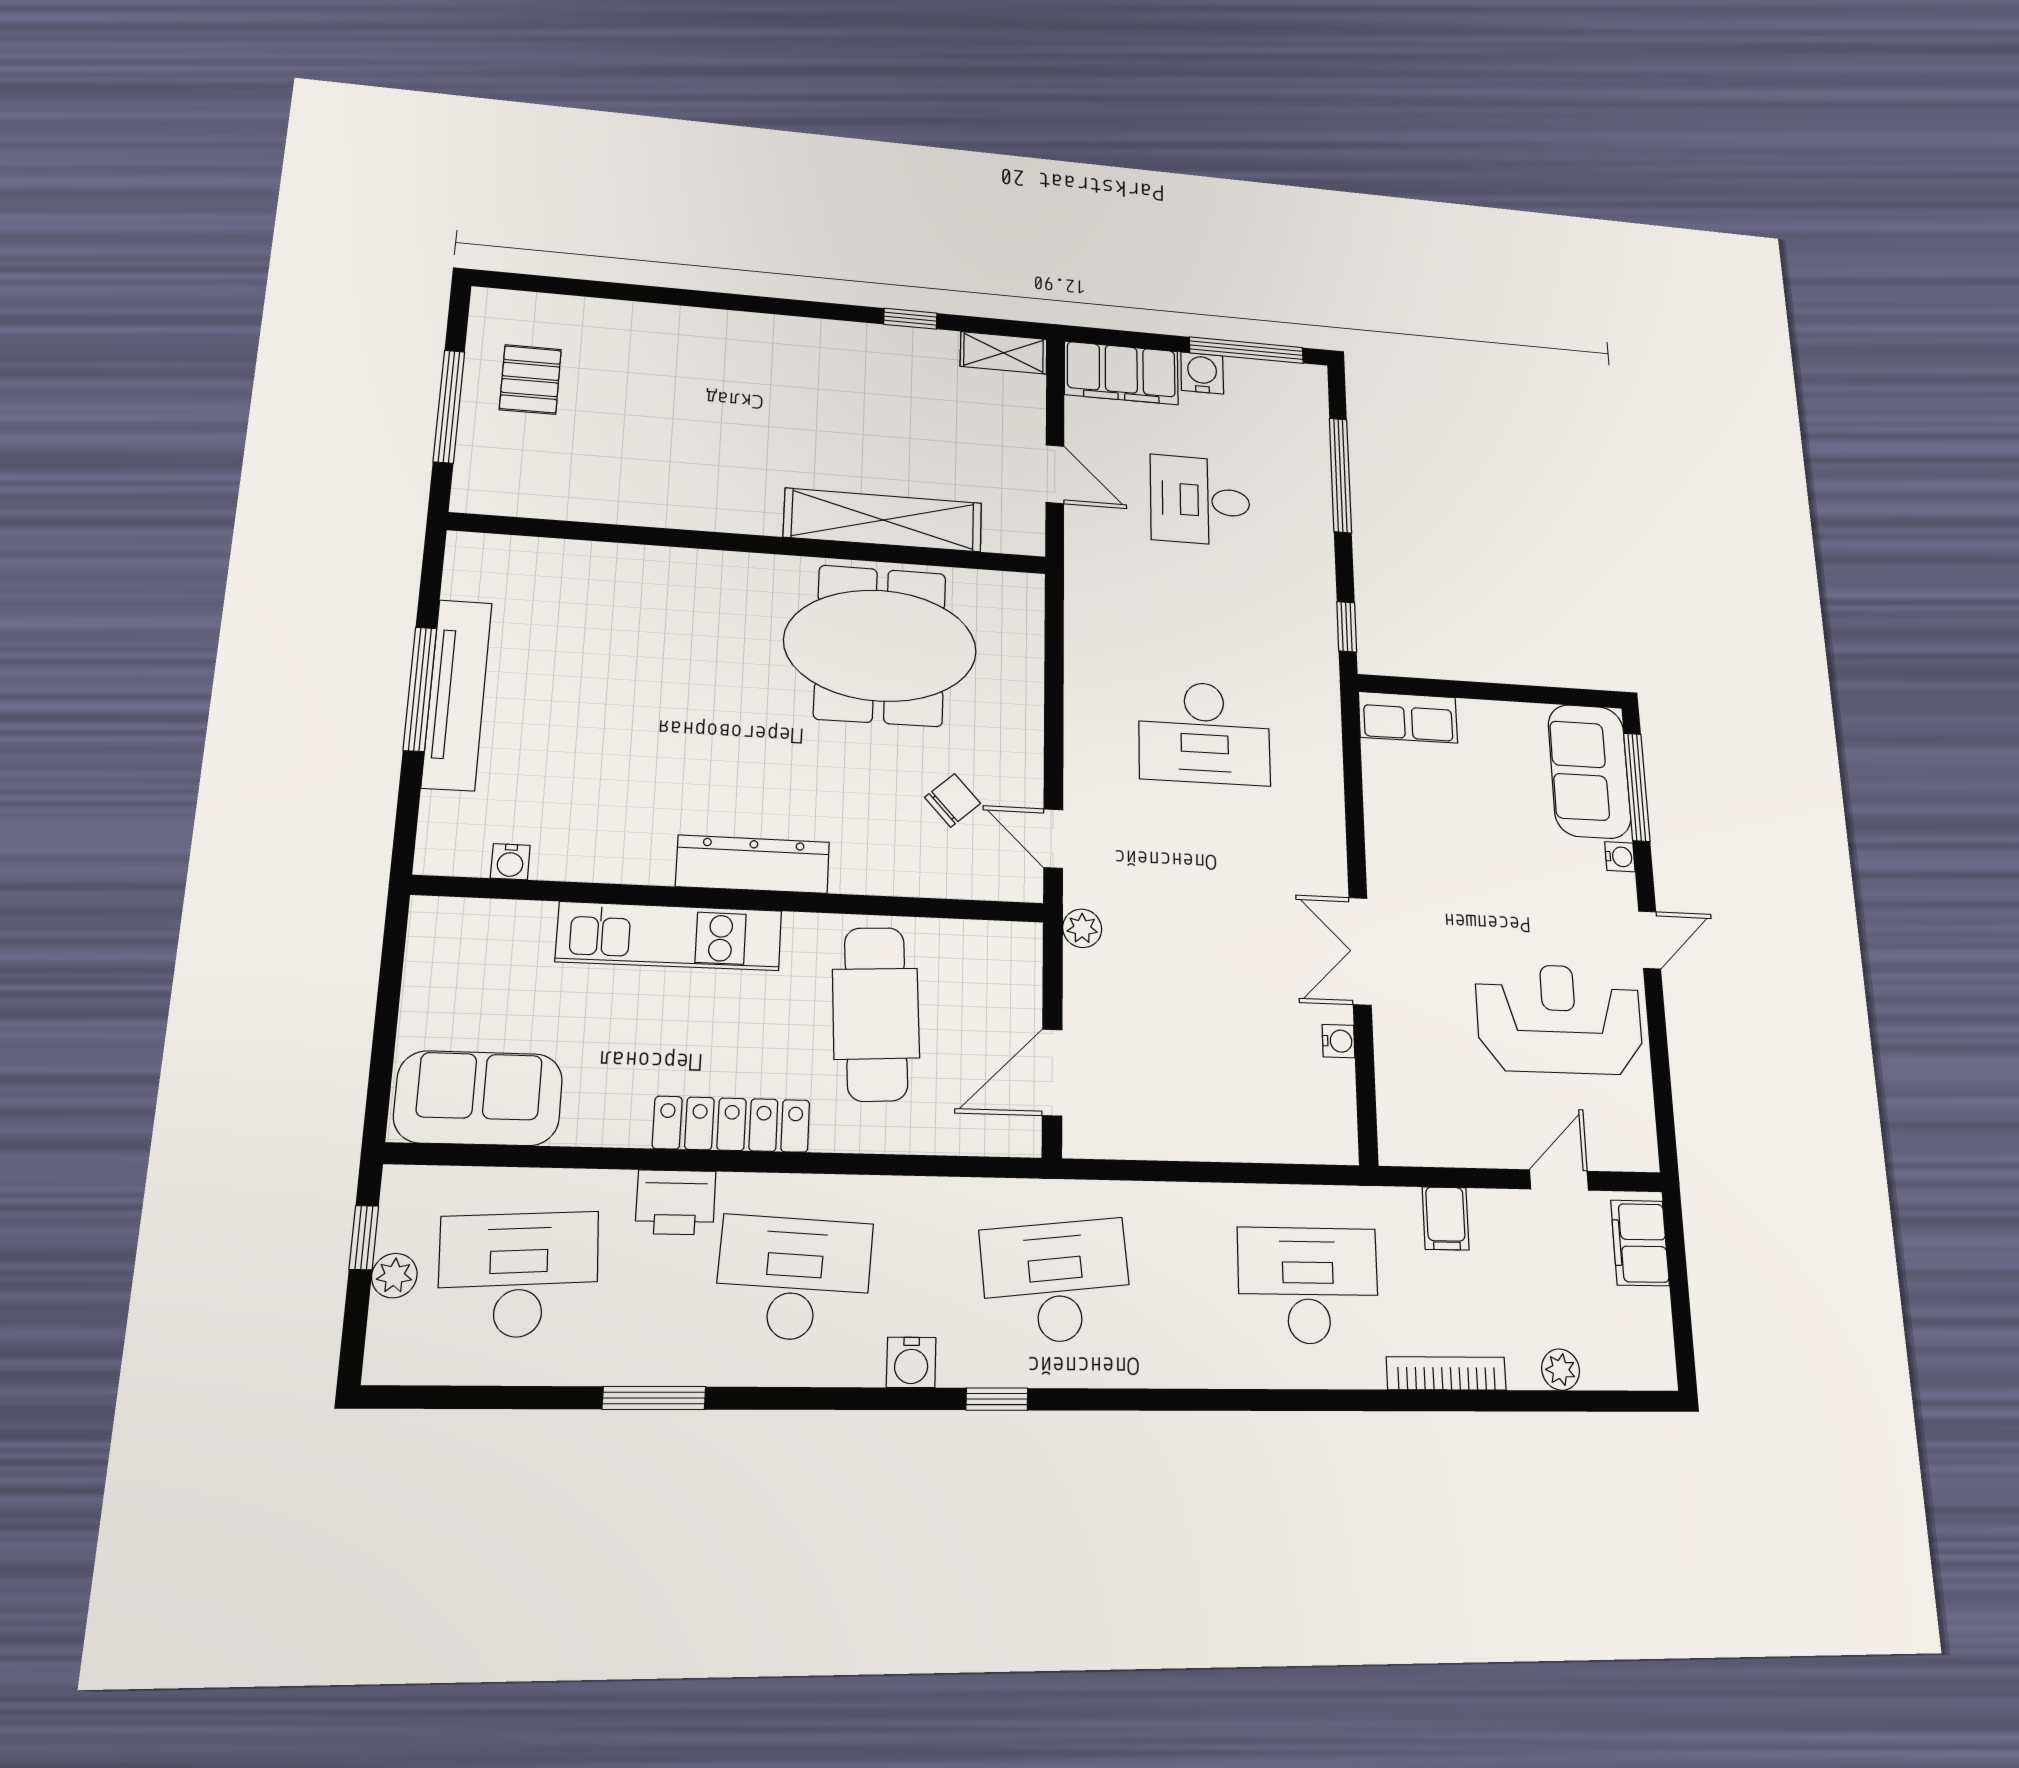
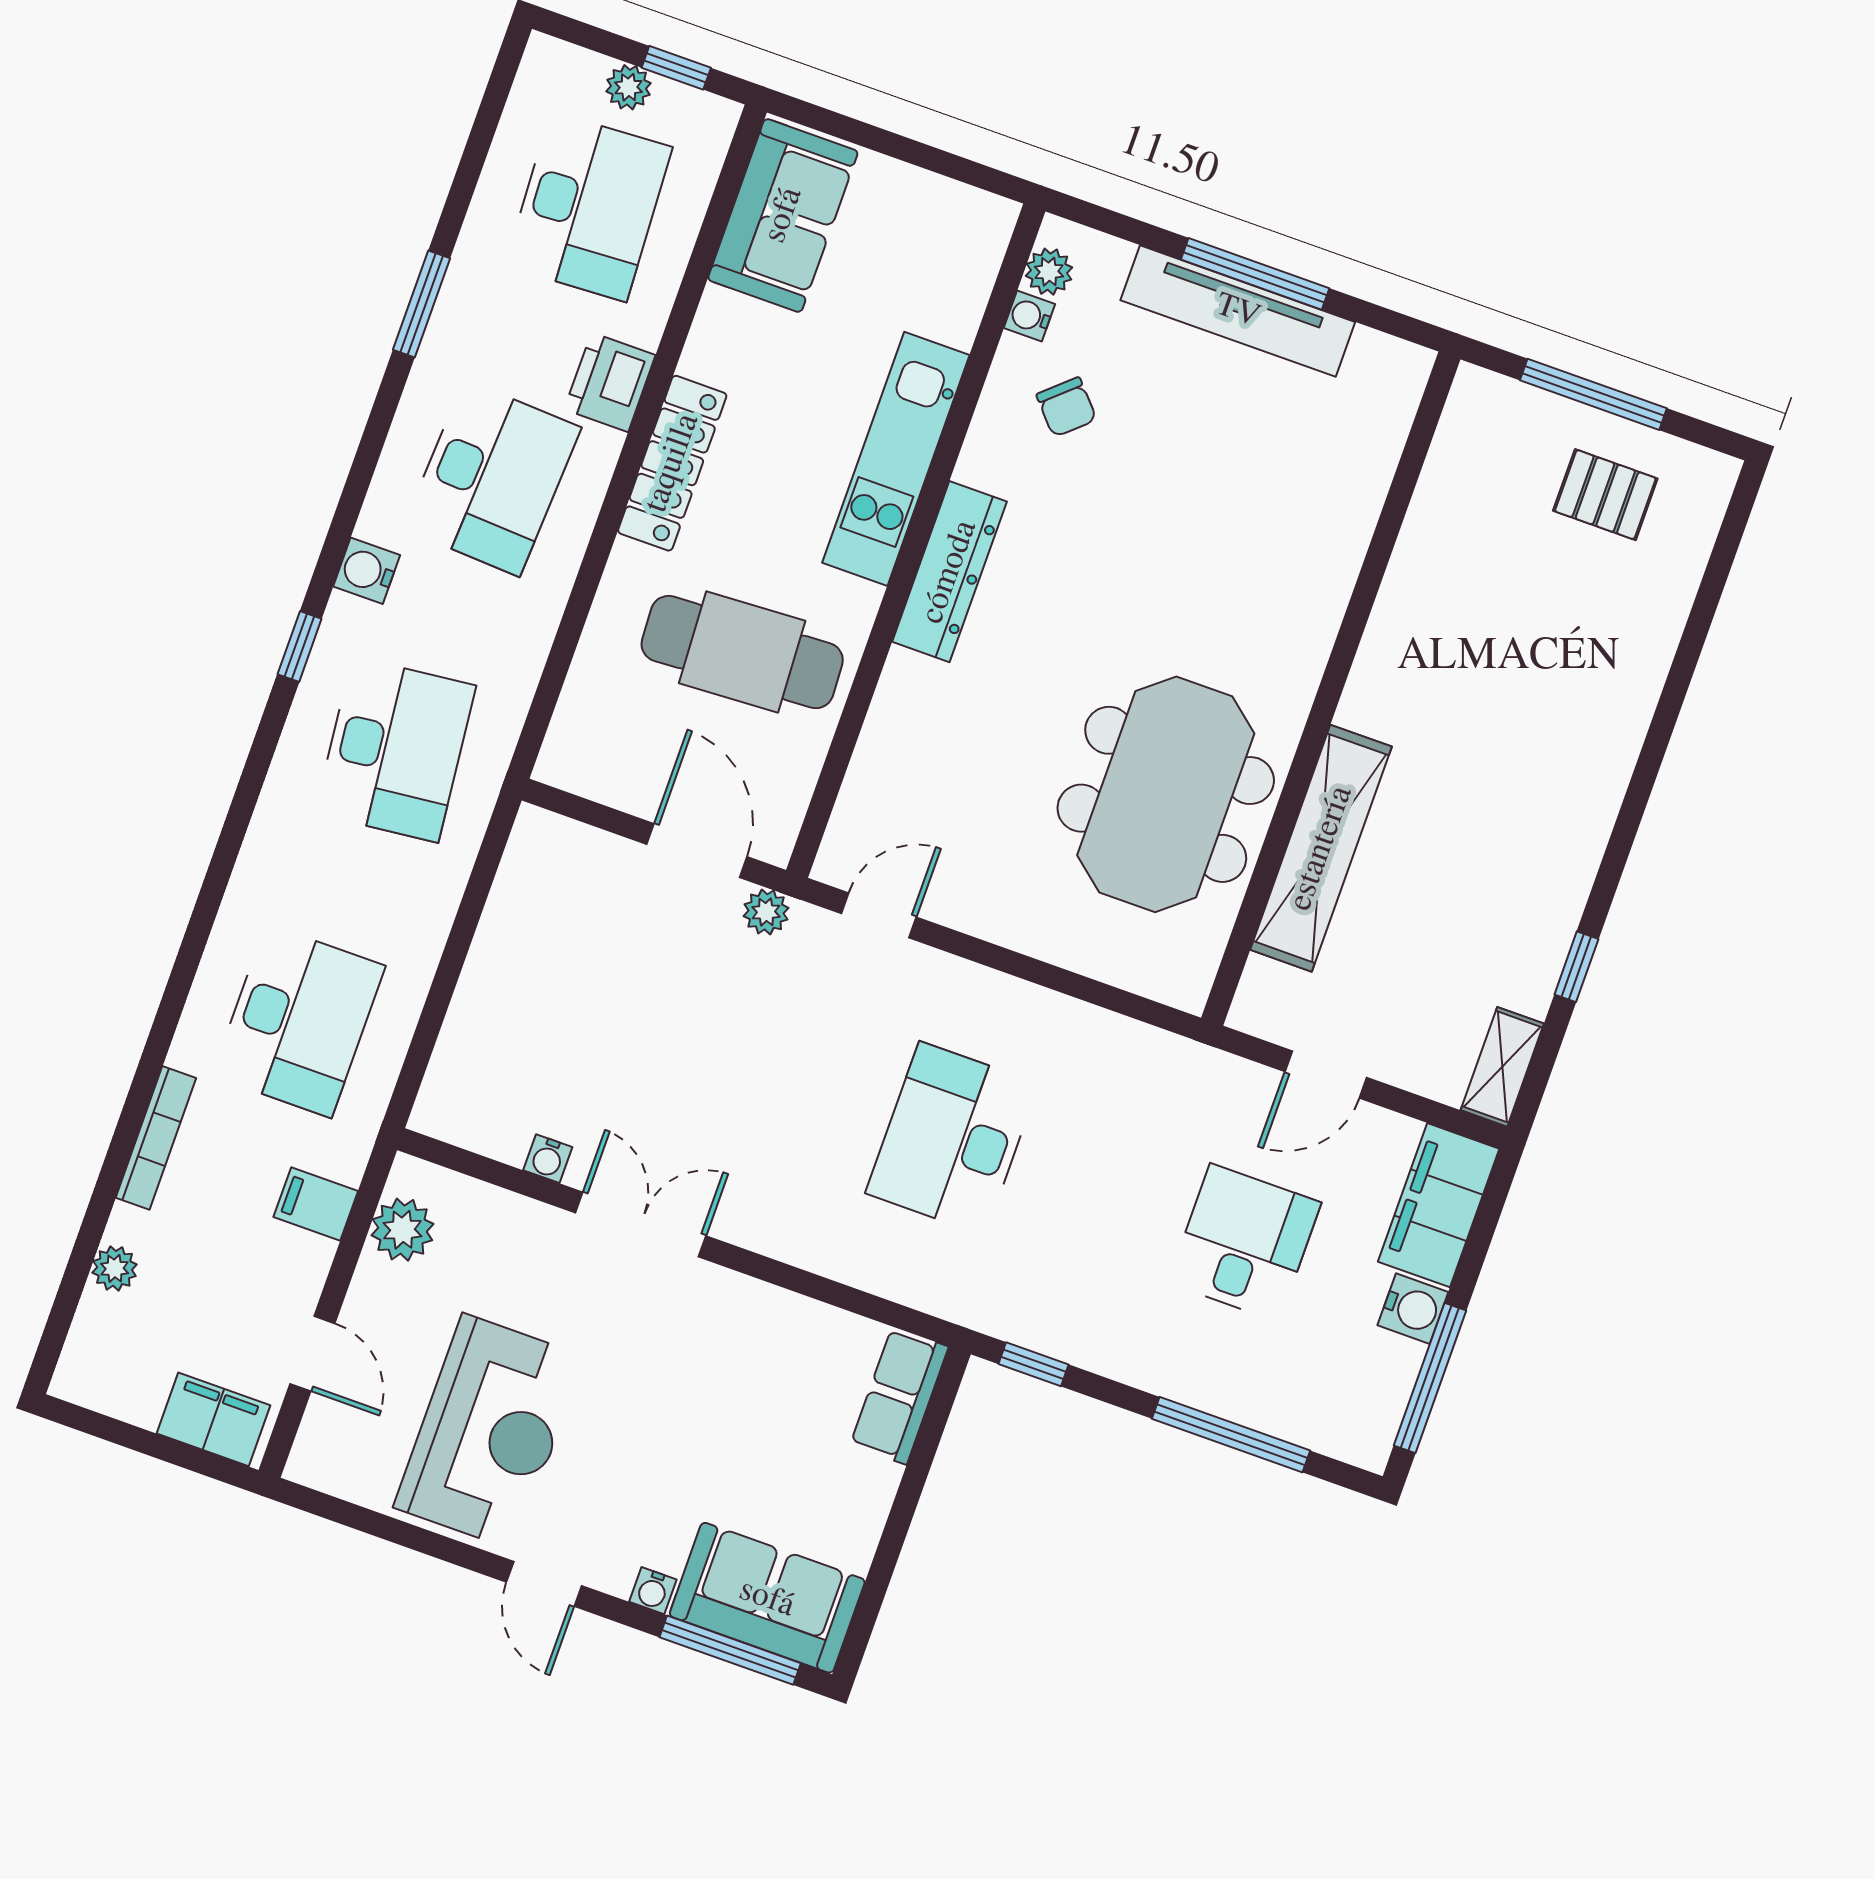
chair: (953, 800) -> (1066, 407), moved
plant: (466, 857) -> (1049, 272), added
door: (1052, 1072) -> (697, 851), moved
plant: (1438, 1140) -> (402, 1230), added

